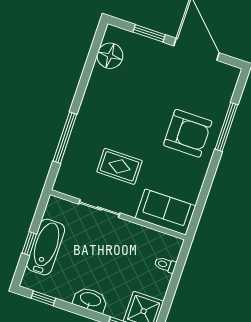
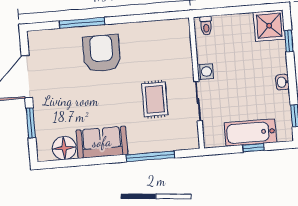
sofa: (165, 212) -> (102, 142), moved, turned 90
washing machine: (125, 228) -> (205, 72), added
toilet: (165, 265) -> (206, 26), moved
washbasin: (90, 300) -> (282, 82), width x0.52, depth x0.69

